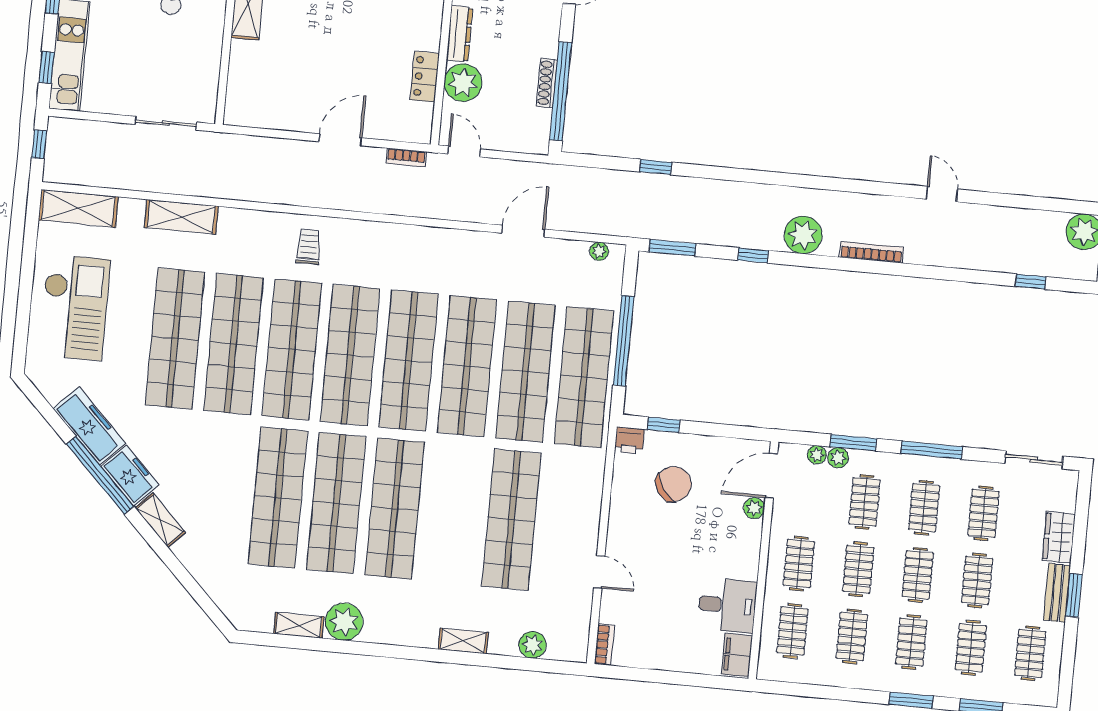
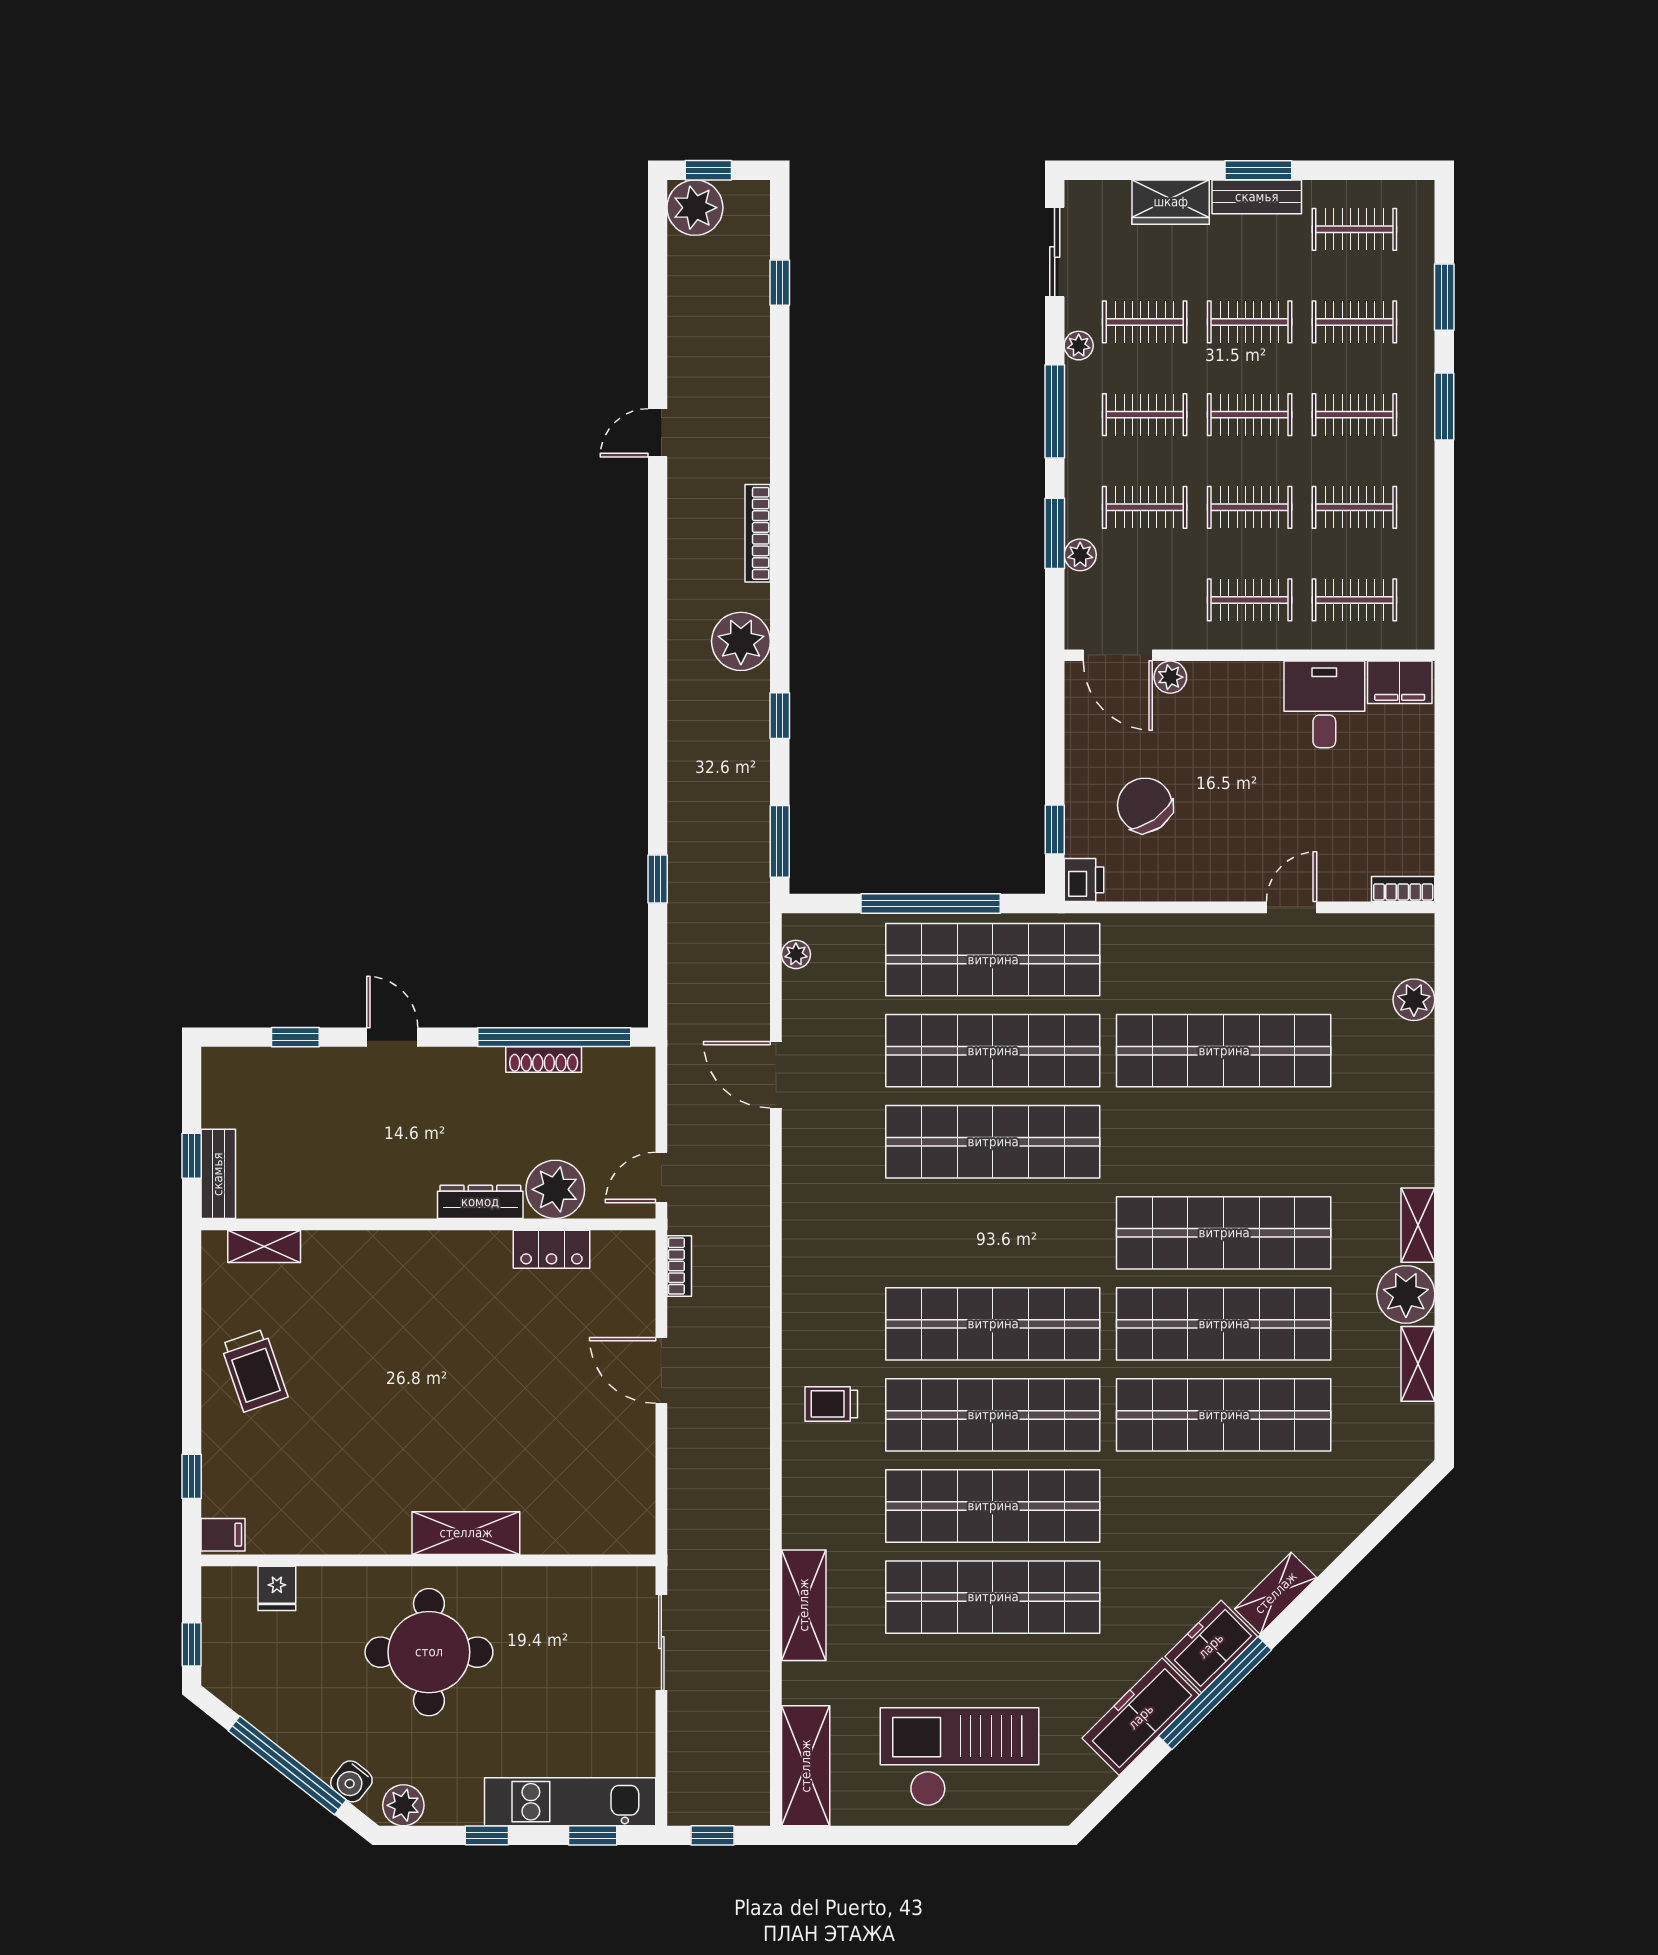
shop shelf: (409, 361) -> (993, 1233), removed
plant: (817, 455) -> (1079, 346), moved
shelving: (463, 641) -> (1418, 1225), moved

